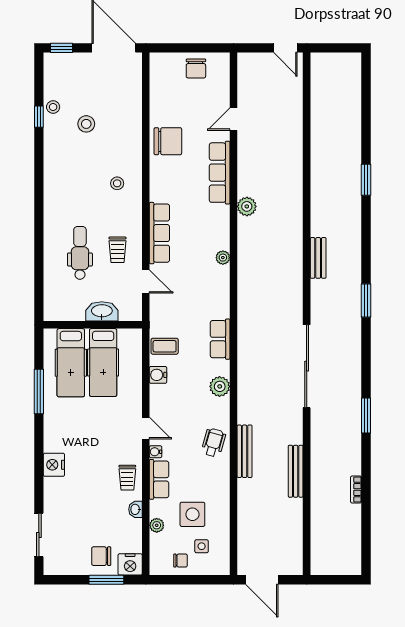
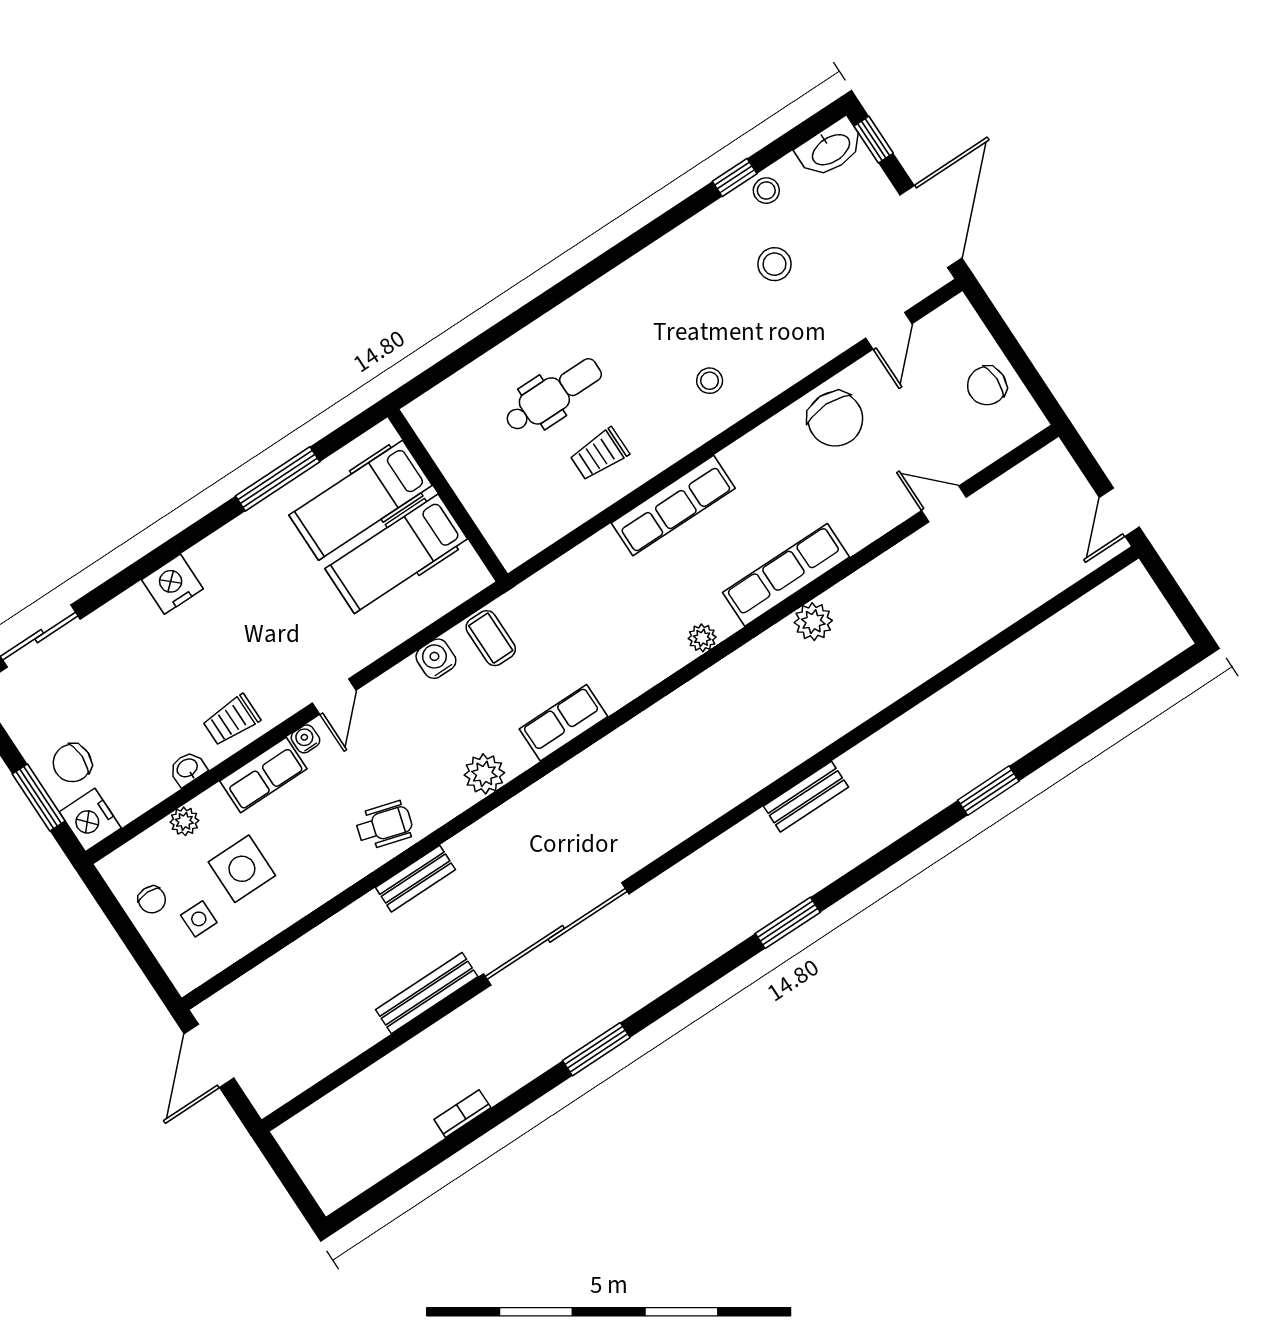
row of seats: (220, 173) -> (786, 575), moved
door: (146, 281) -> (889, 331), moved
washbasin: (102, 311) -> (830, 149), moved, turned 90
sliding door: (307, 366) -> (556, 934), moved
bench: (245, 451) -> (415, 879), width x0.73
chair: (101, 556) -> (72, 763), turned -90

